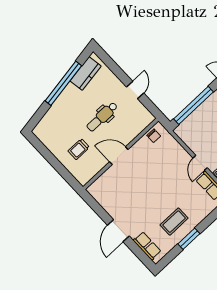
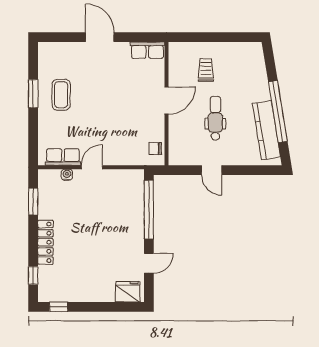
kitchen counter: (86, 73) -> (266, 130), width x1.50
door: (200, 163) -> (92, 167), hinge flipped
row of seats: (147, 246) -> (147, 50), moved

